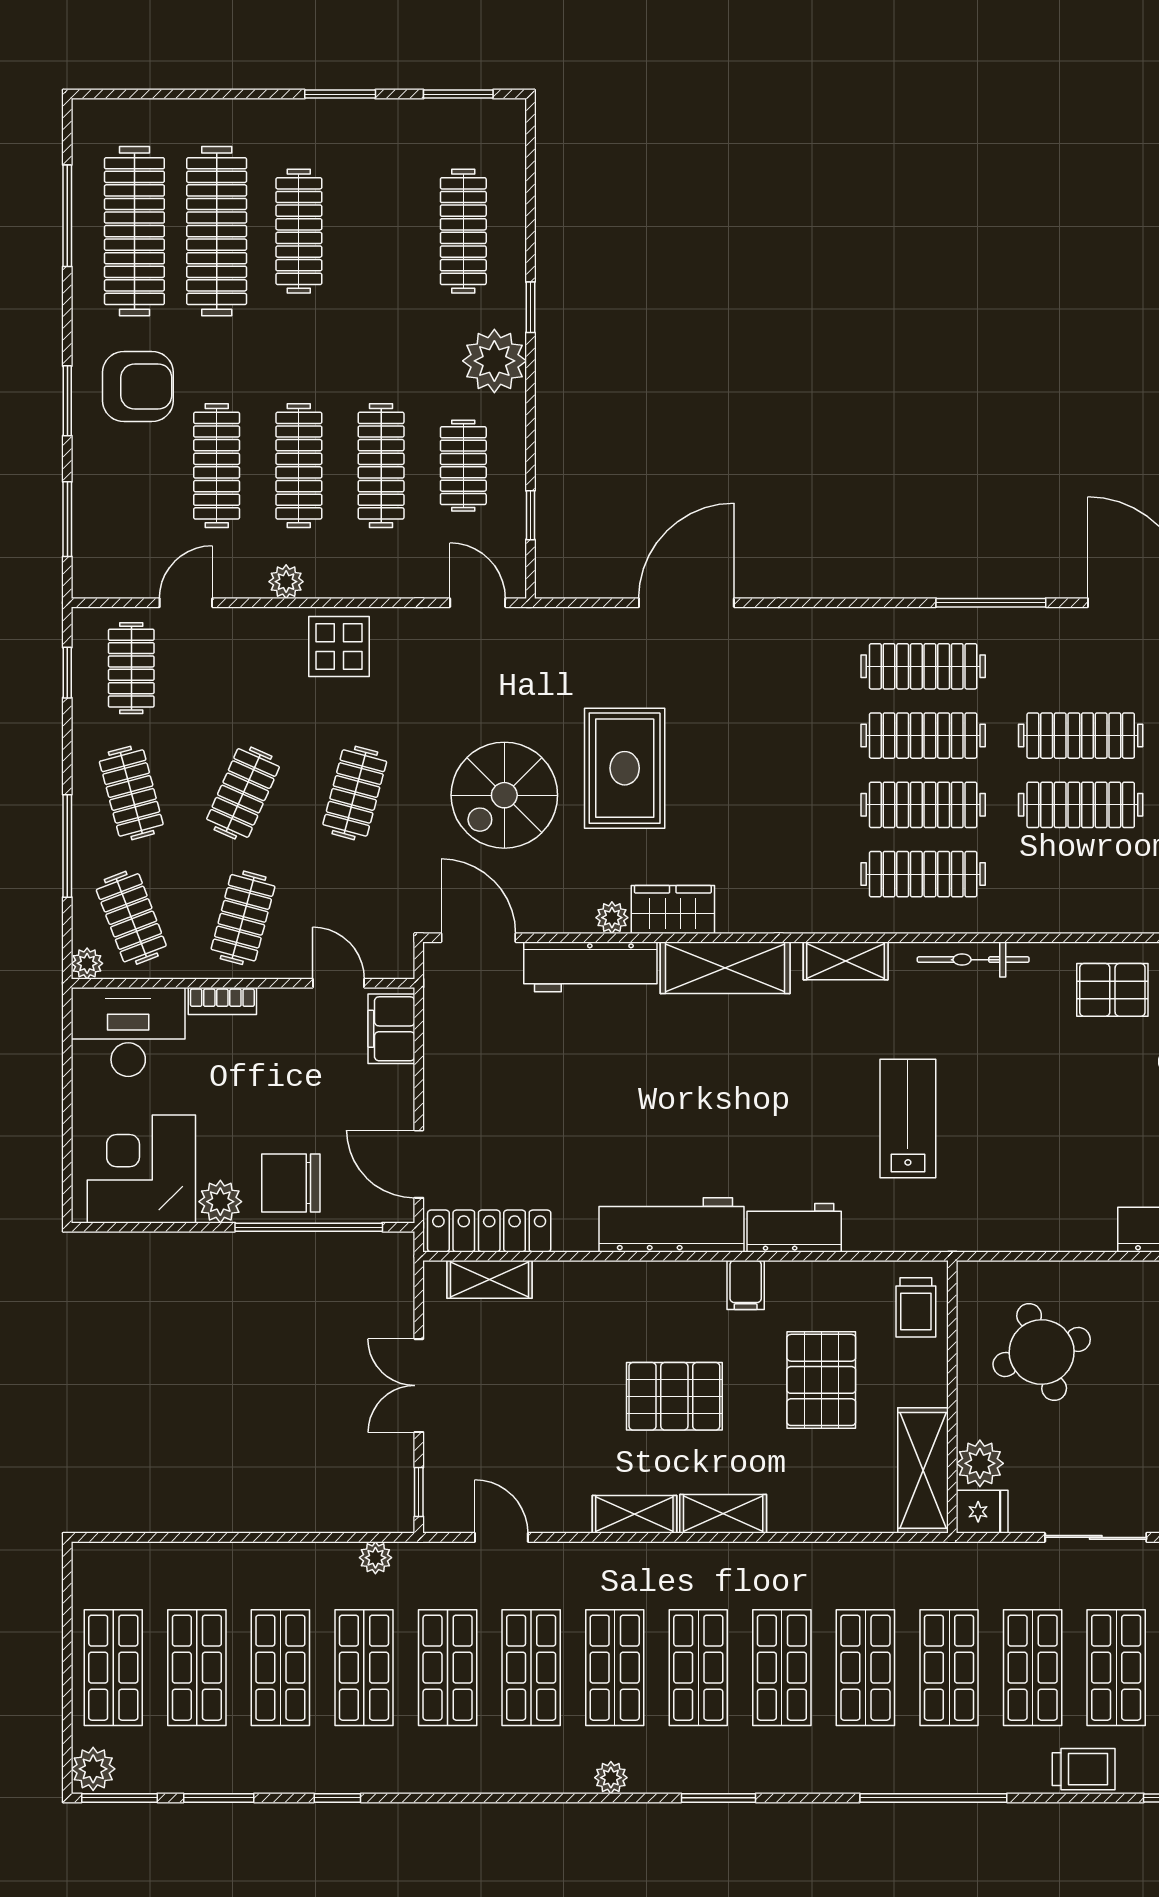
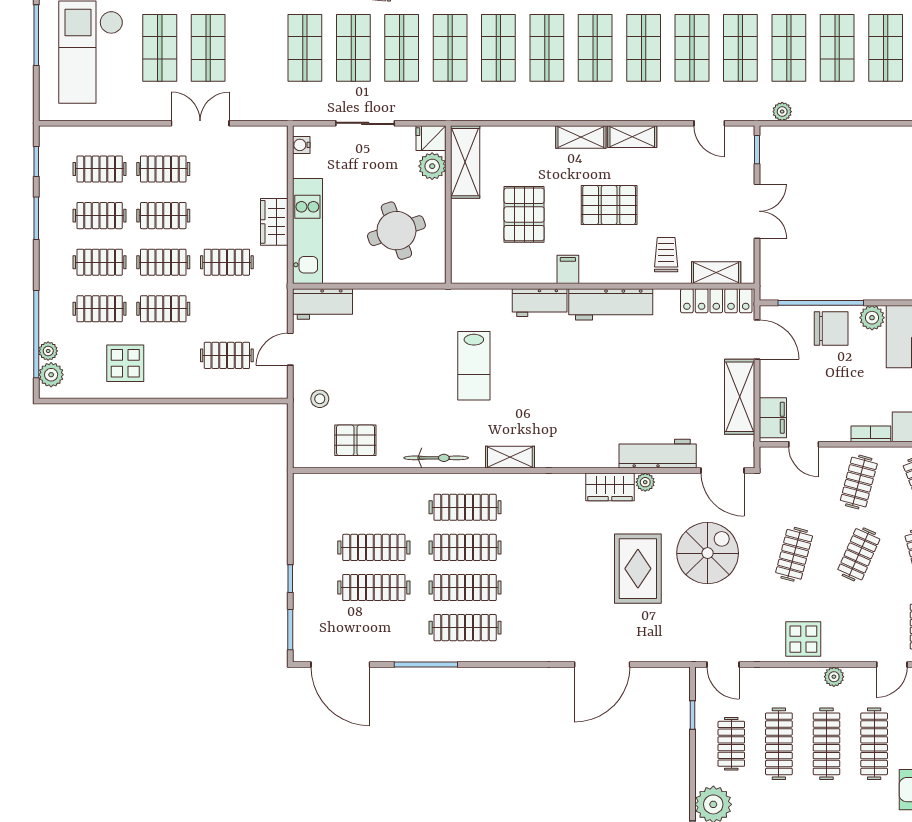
shelving: (725, 968) -> (740, 397), moved, turned 90
trolley: (916, 1307) -> (666, 255), moved

